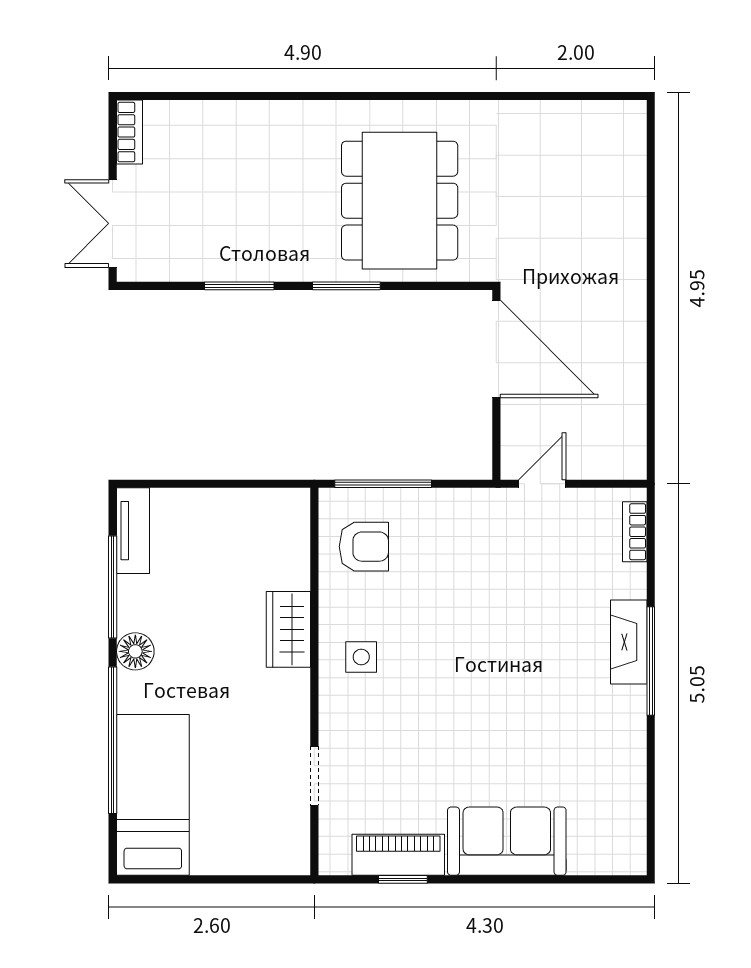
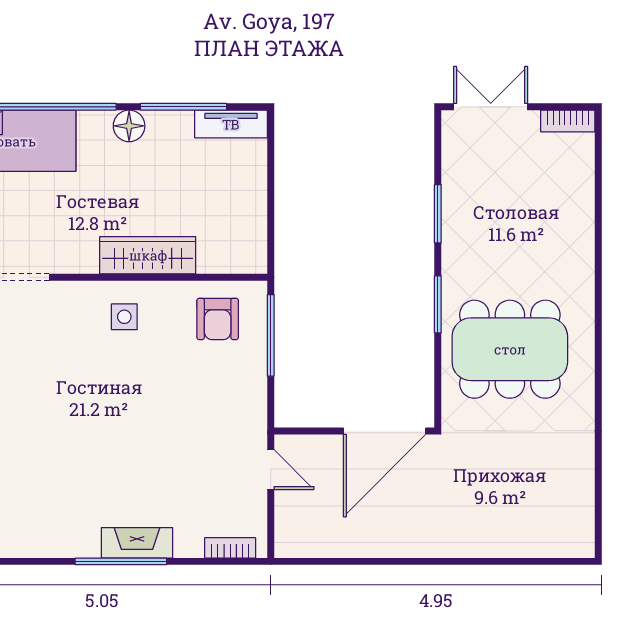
wardrobe: (288, 629) -> (148, 255), width x1.50

